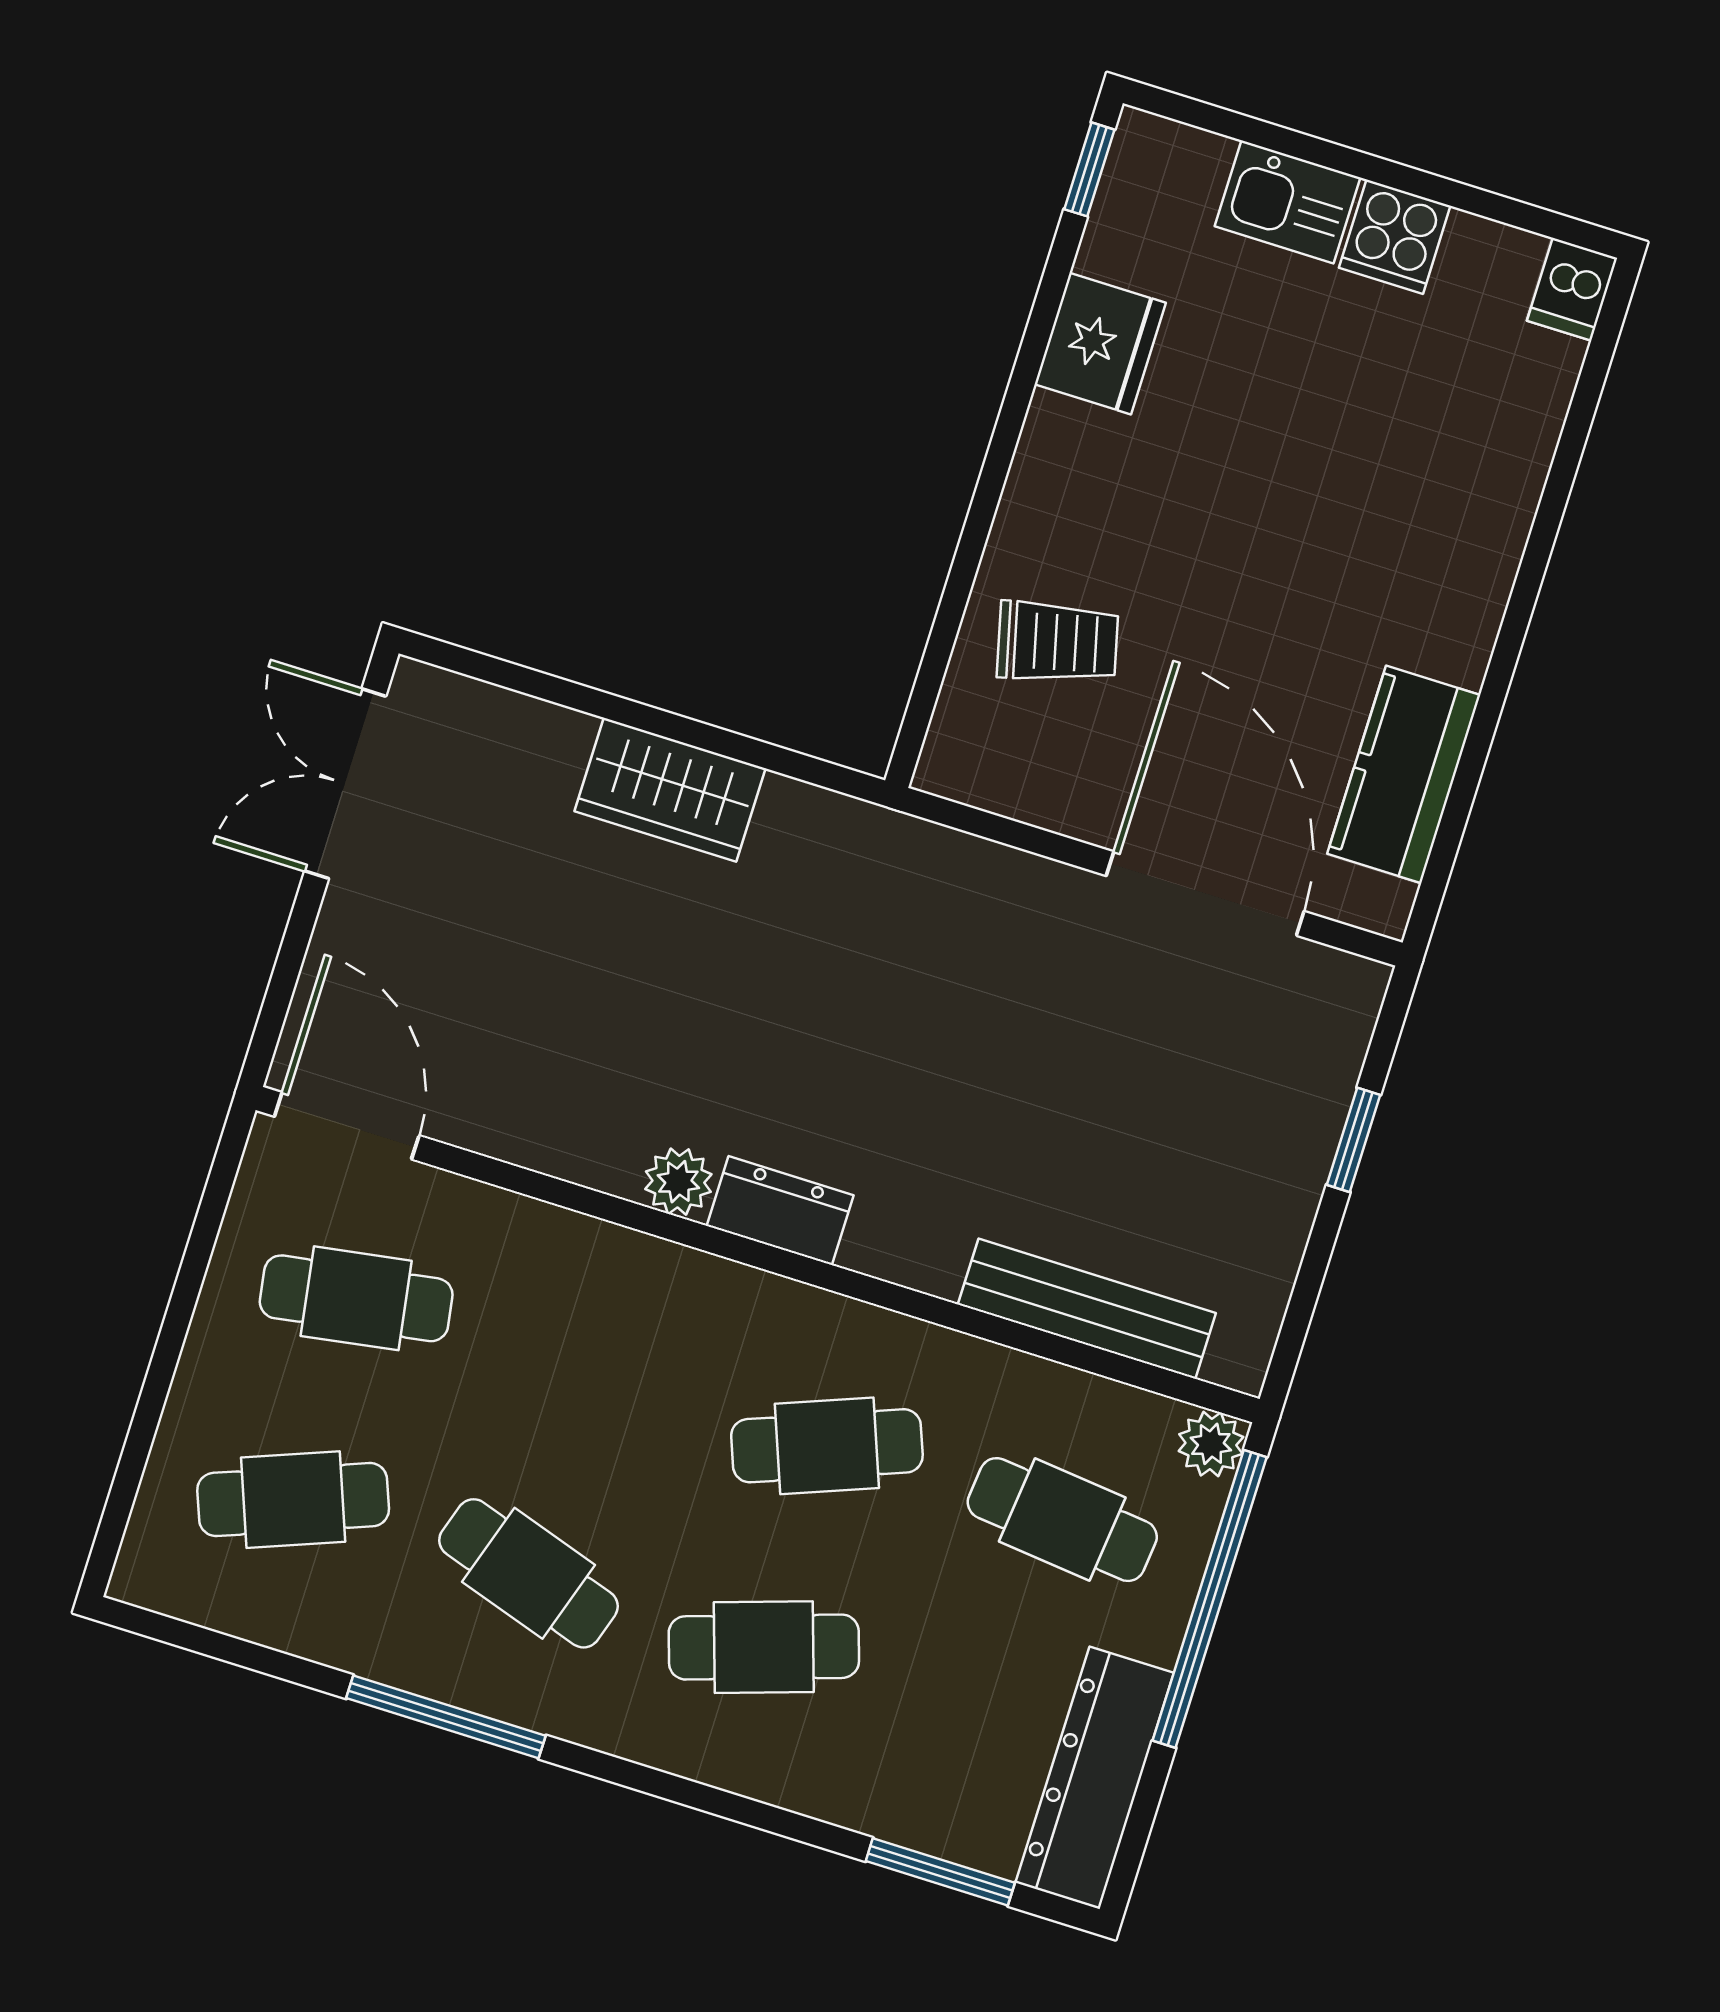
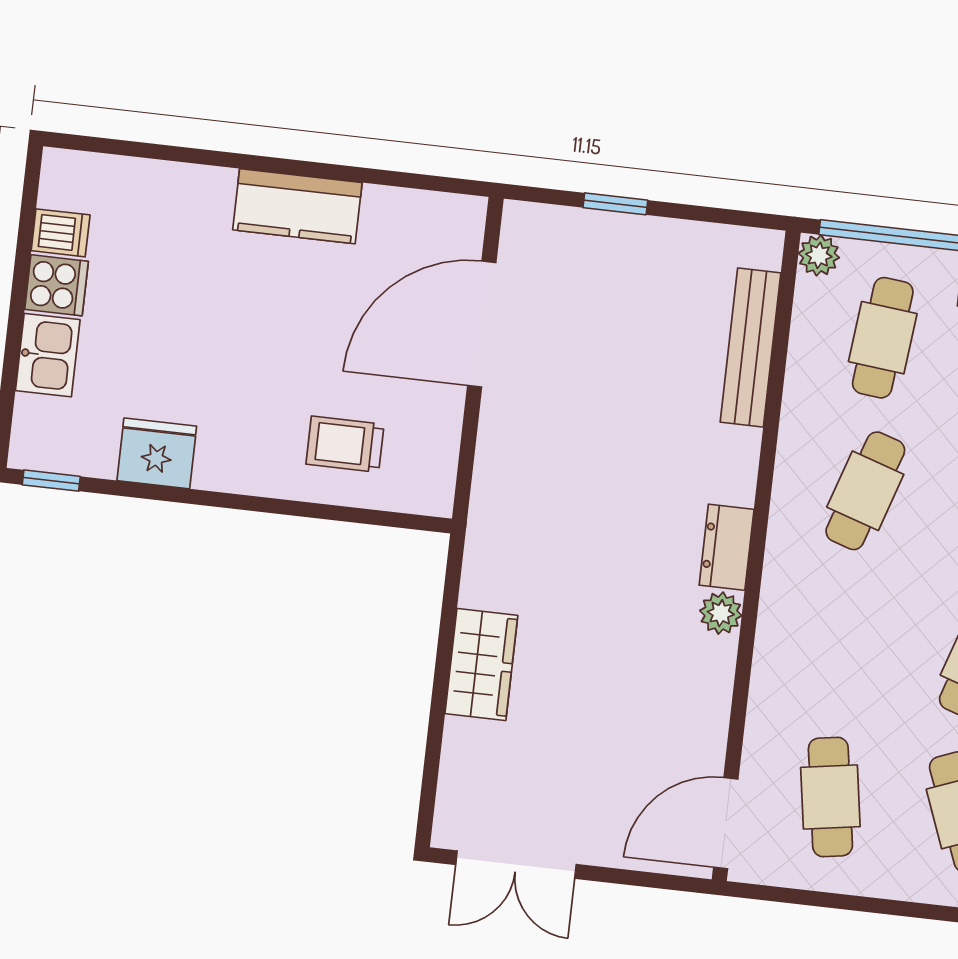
dishwasher: (1572, 289) -> (61, 233), moved
trolley: (1058, 642) -> (345, 444), turned -76
kitchen counter: (1404, 774) -> (297, 206), moved
cafe table: (827, 1446) -> (865, 491), turned 39

